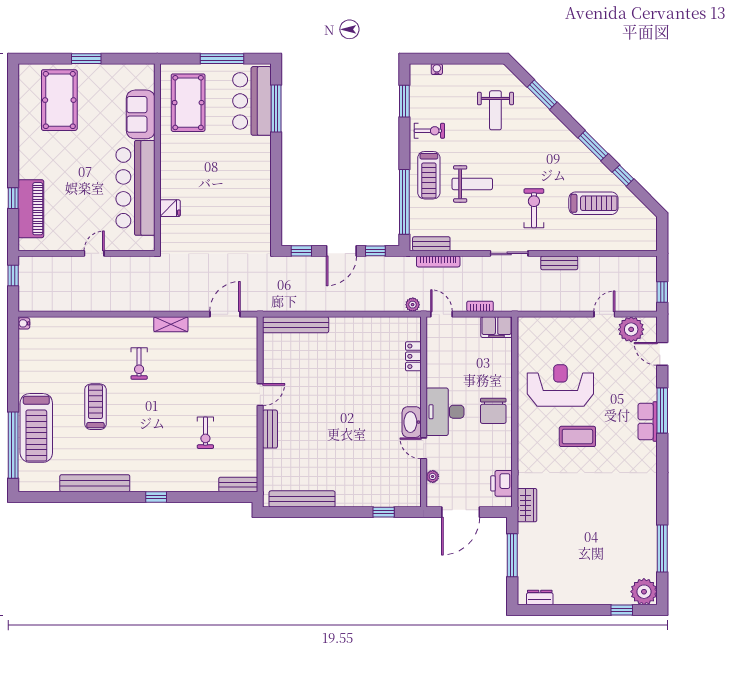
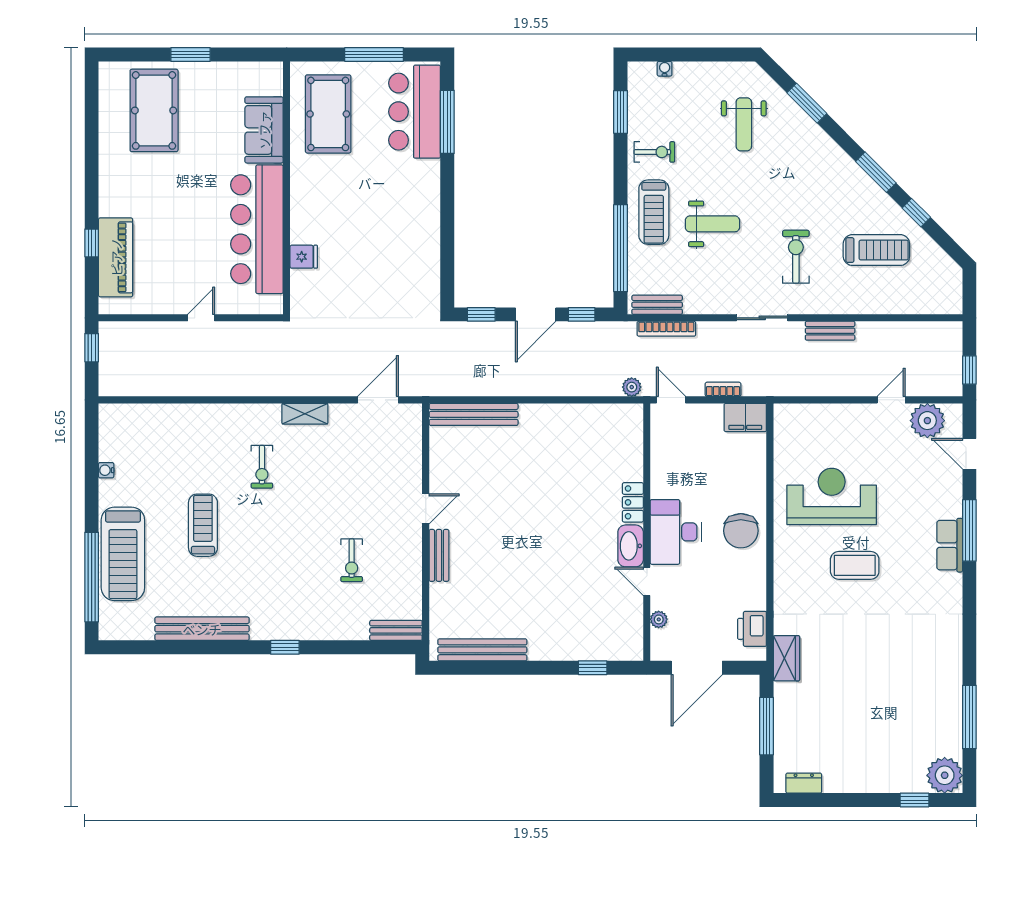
water cooler: (24, 323) -> (106, 470), moved
locker: (413, 356) -> (633, 502), moved

